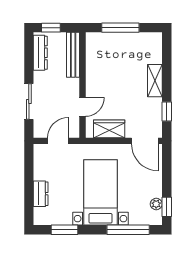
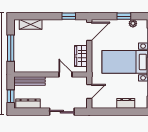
shelving: (155, 81) -> (31, 24), moved
door: (58, 141) -> (89, 91), swing flipped
window: (167, 207) -> (124, 16), moved

